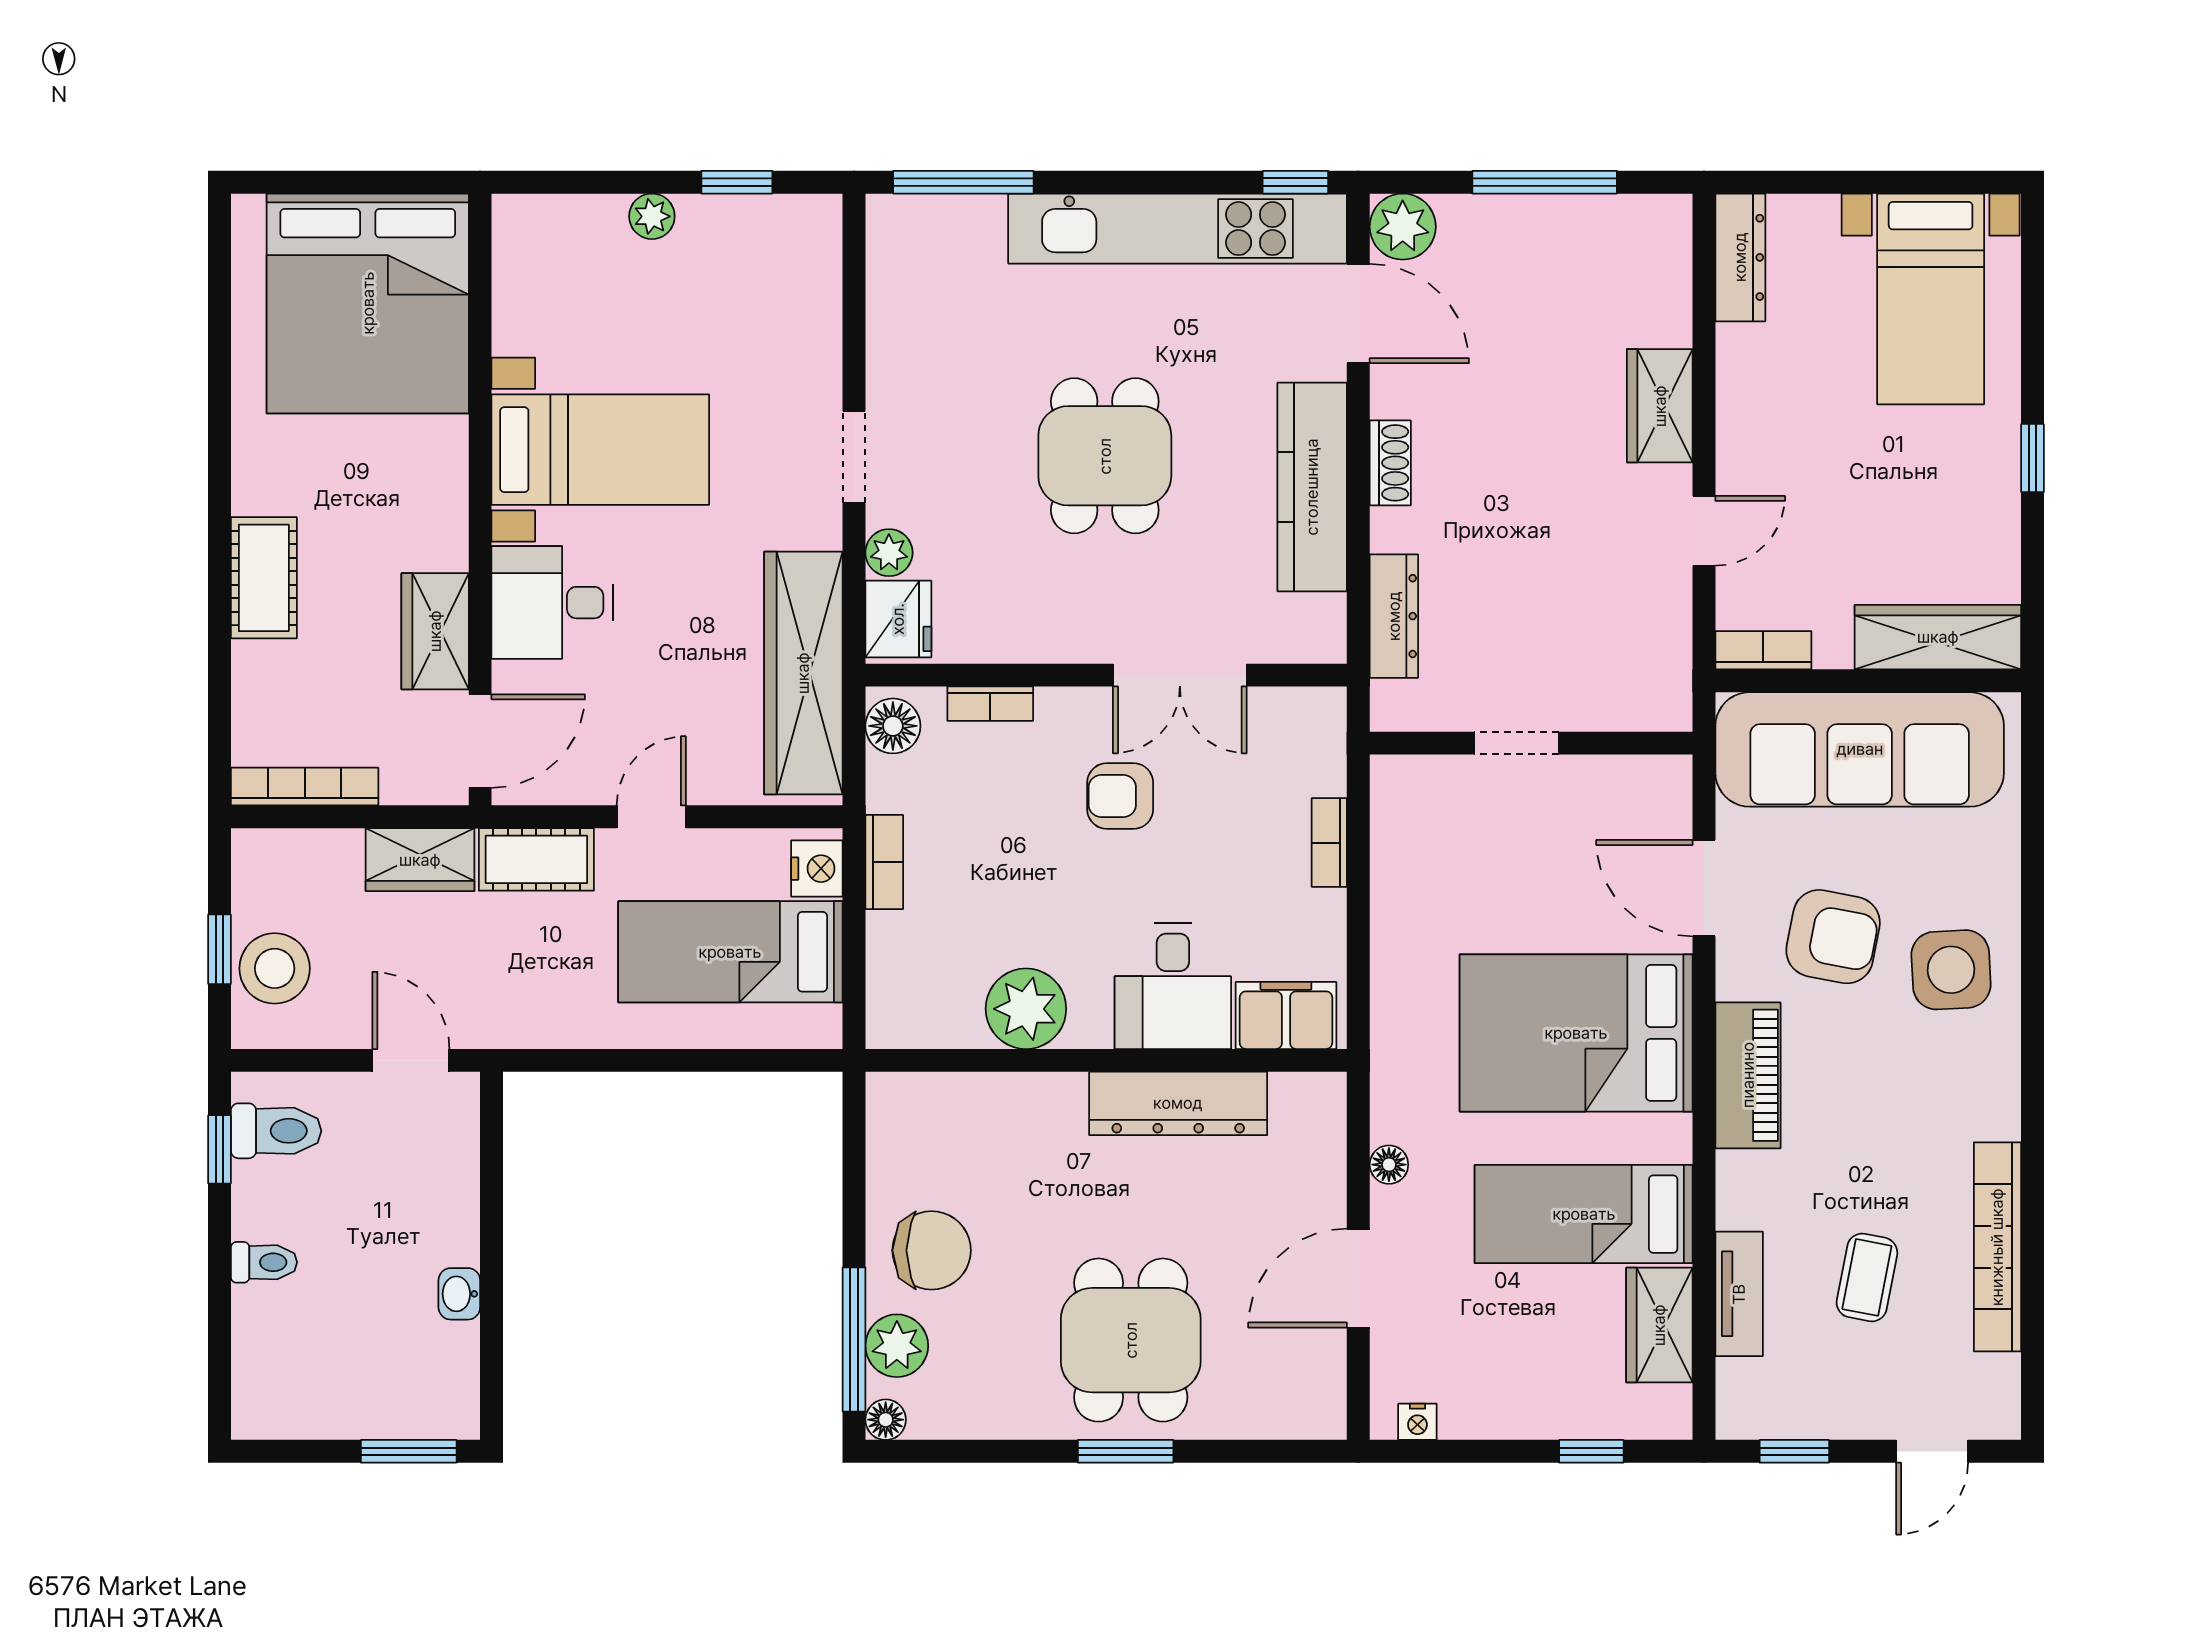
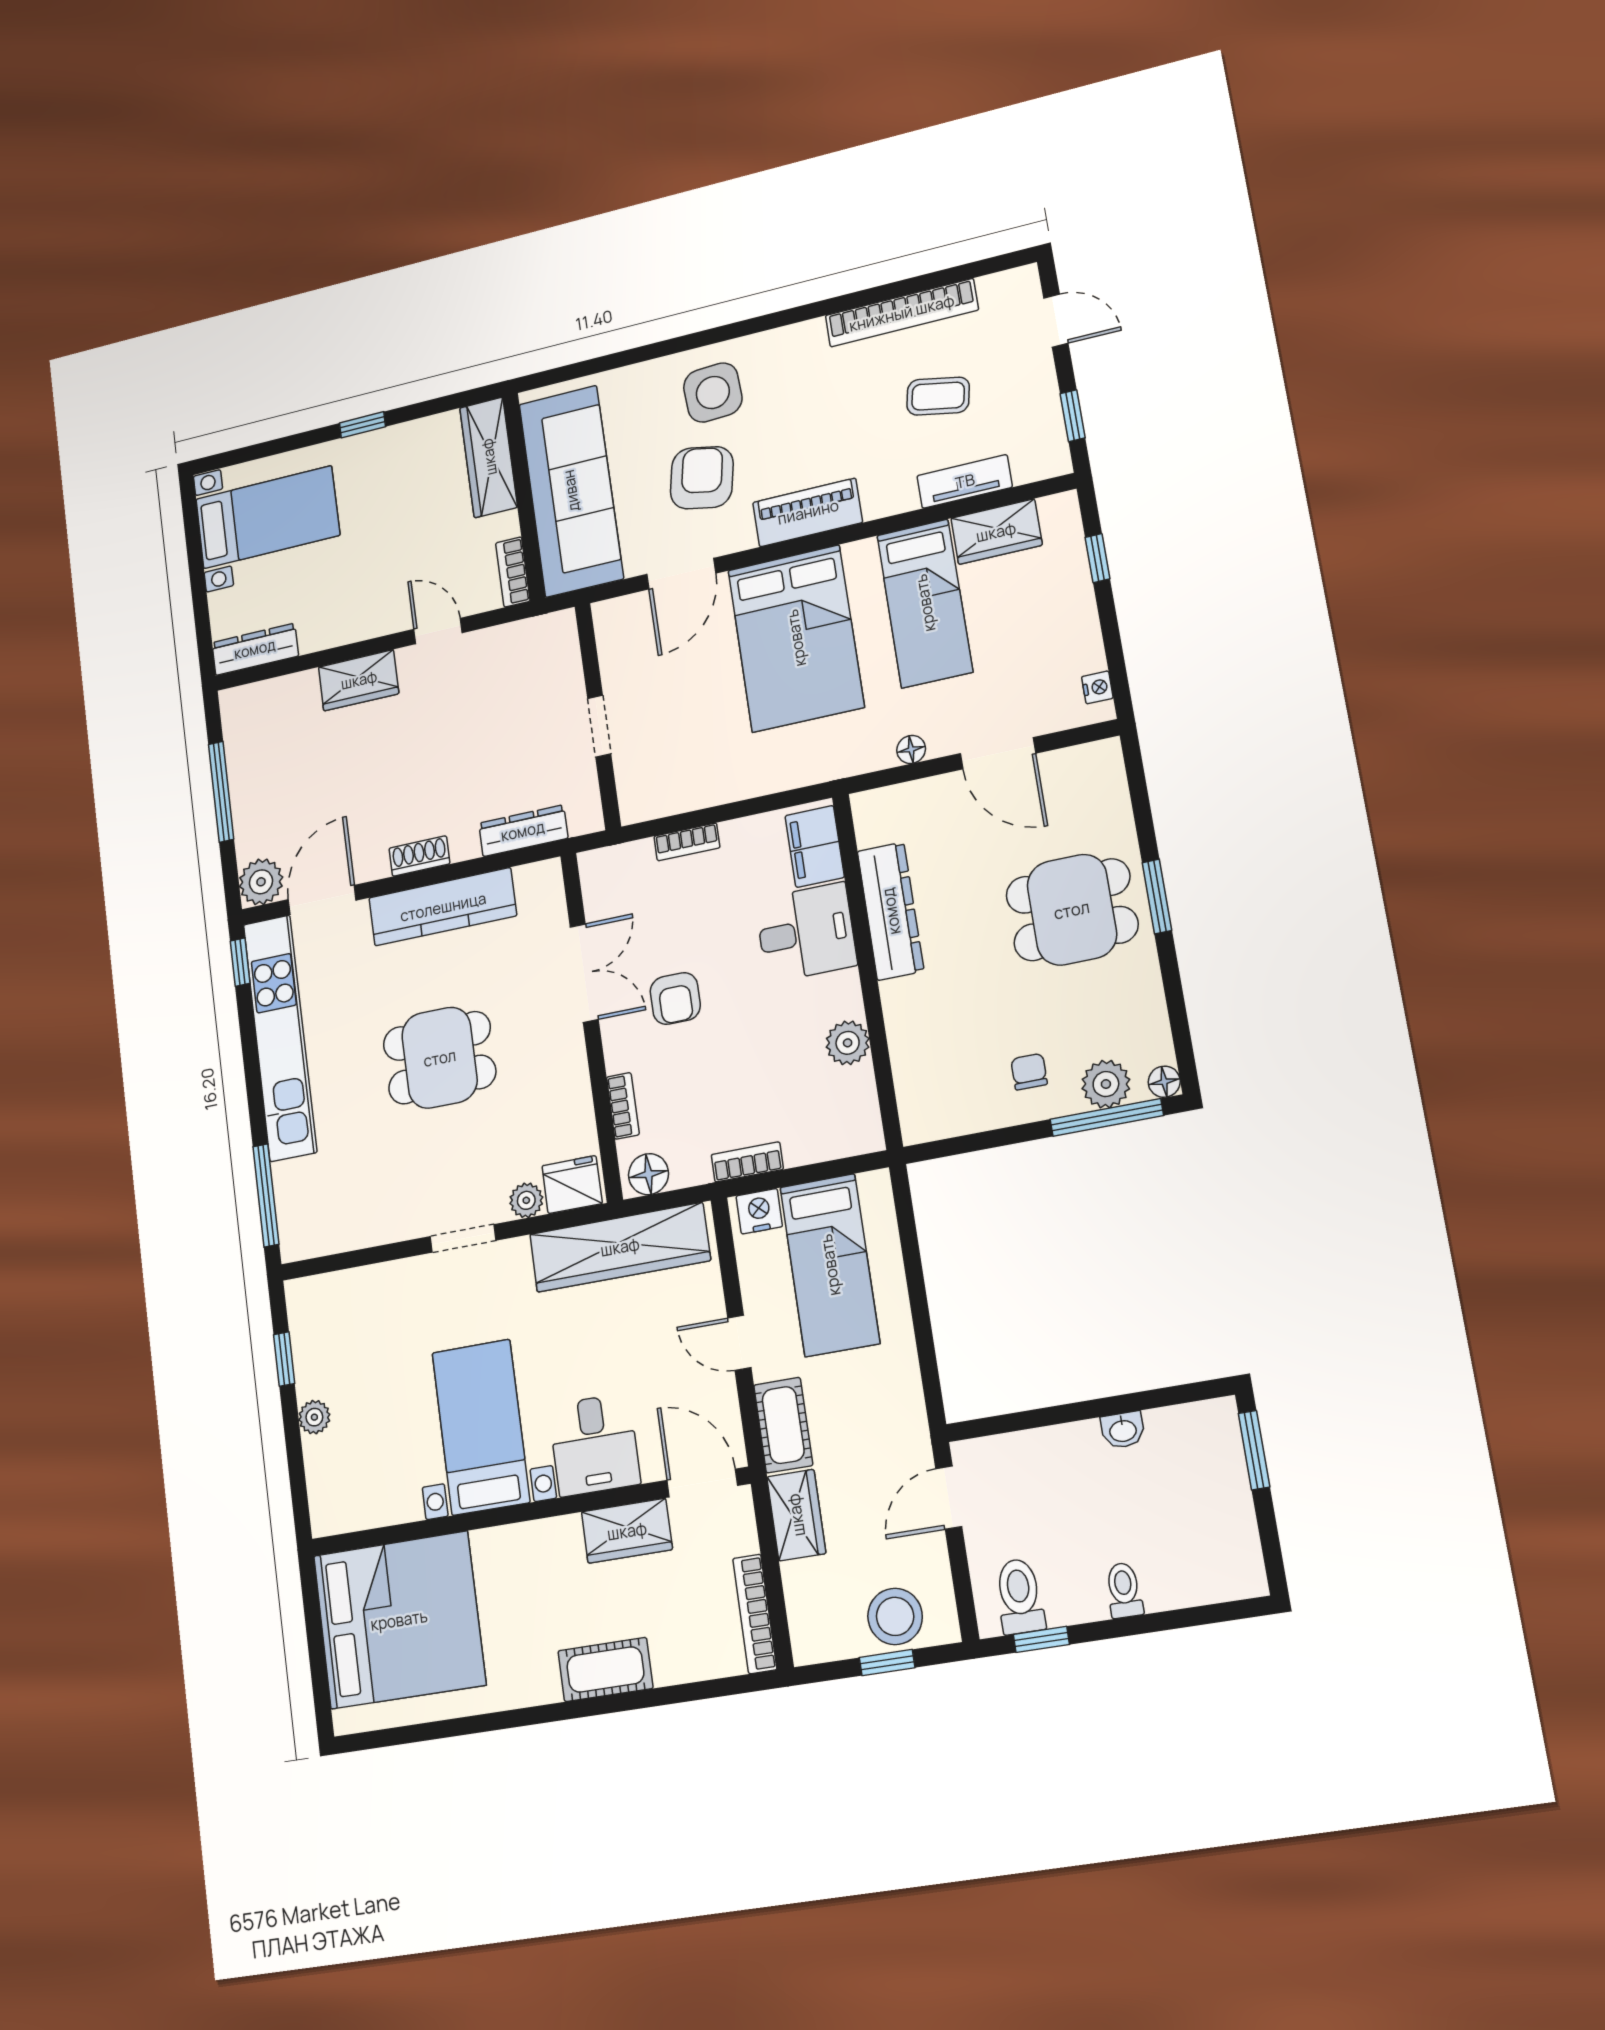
plant: (1026, 1009) -> (848, 1043), width x0.73, depth x0.73
chair: (932, 1250) -> (1029, 1072), width x0.54, depth x0.54

